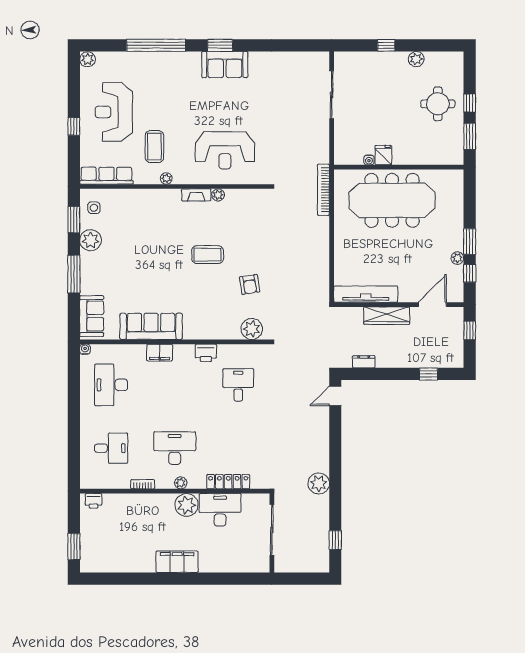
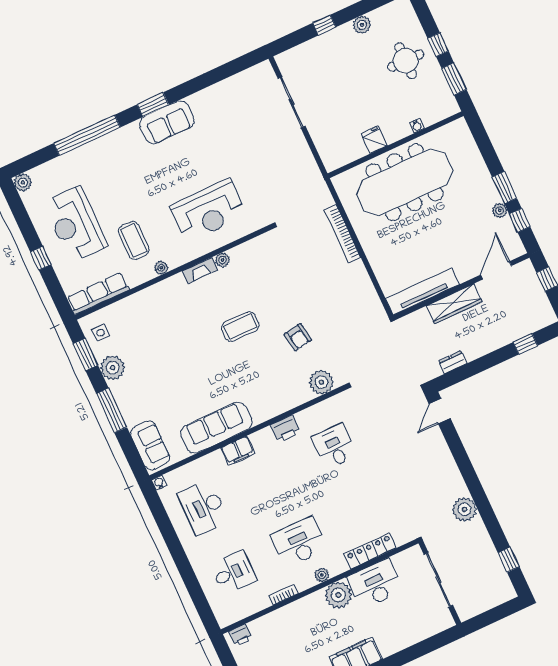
water cooler: (369, 160) -> (417, 126), moved
bookcase: (323, 190) -> (342, 234), moved

